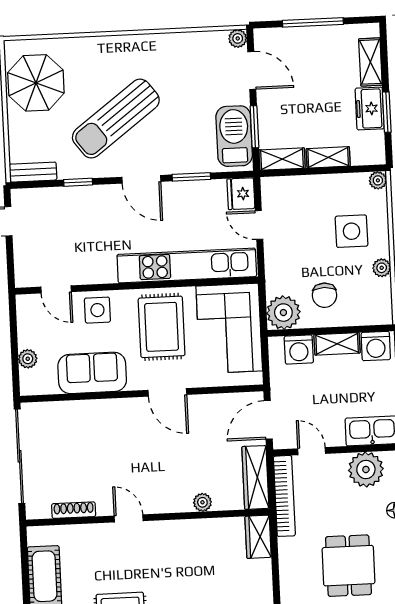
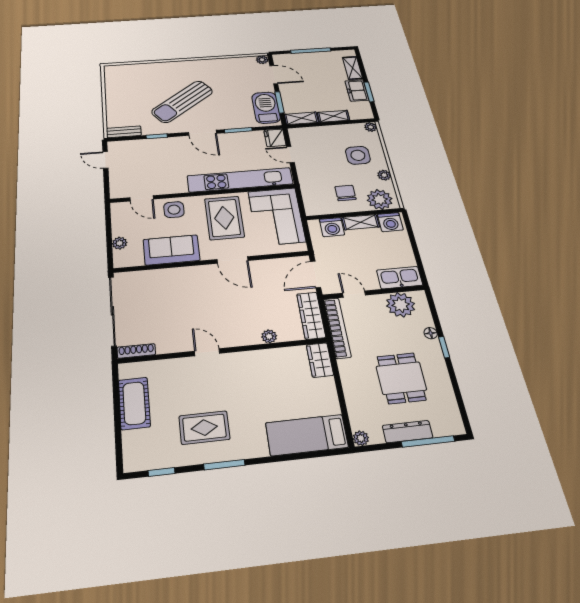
parasol: (36, 83) -> (126, 86), removed
chair: (325, 295) -> (345, 193), turned 180
plant: (283, 313) -> (380, 199), moved
shoe rack: (74, 510) -> (136, 351), moved

